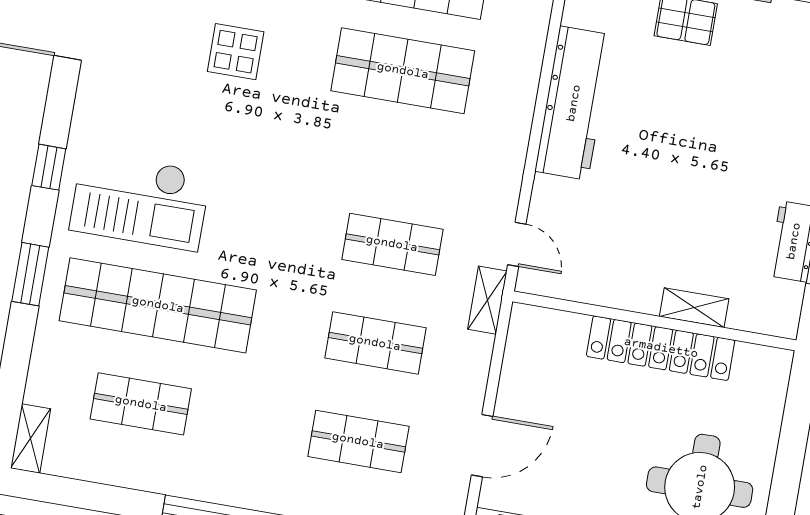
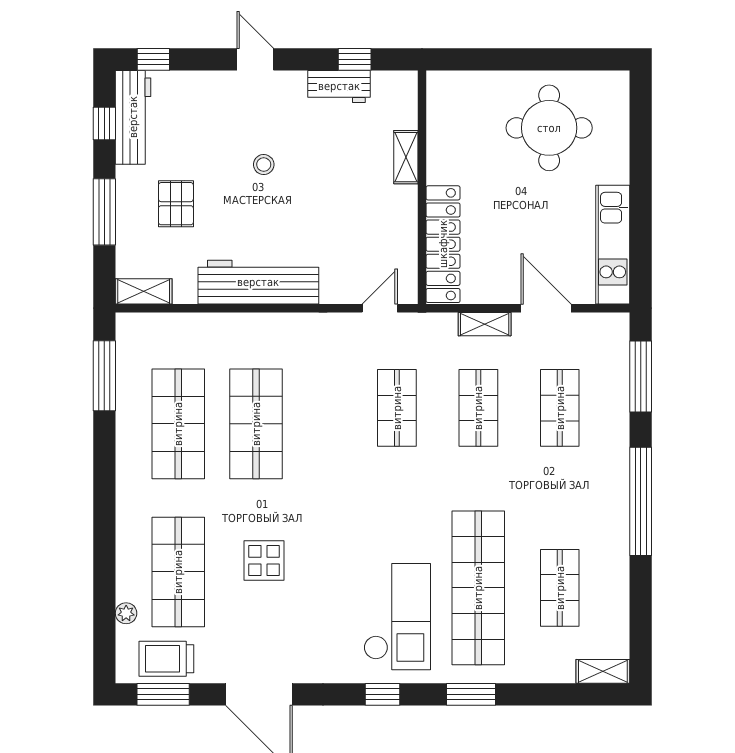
stool: (715, 134) -> (264, 165), added
shelving: (487, 300) -> (485, 324), moved
locker: (661, 348) -> (443, 244), moved

